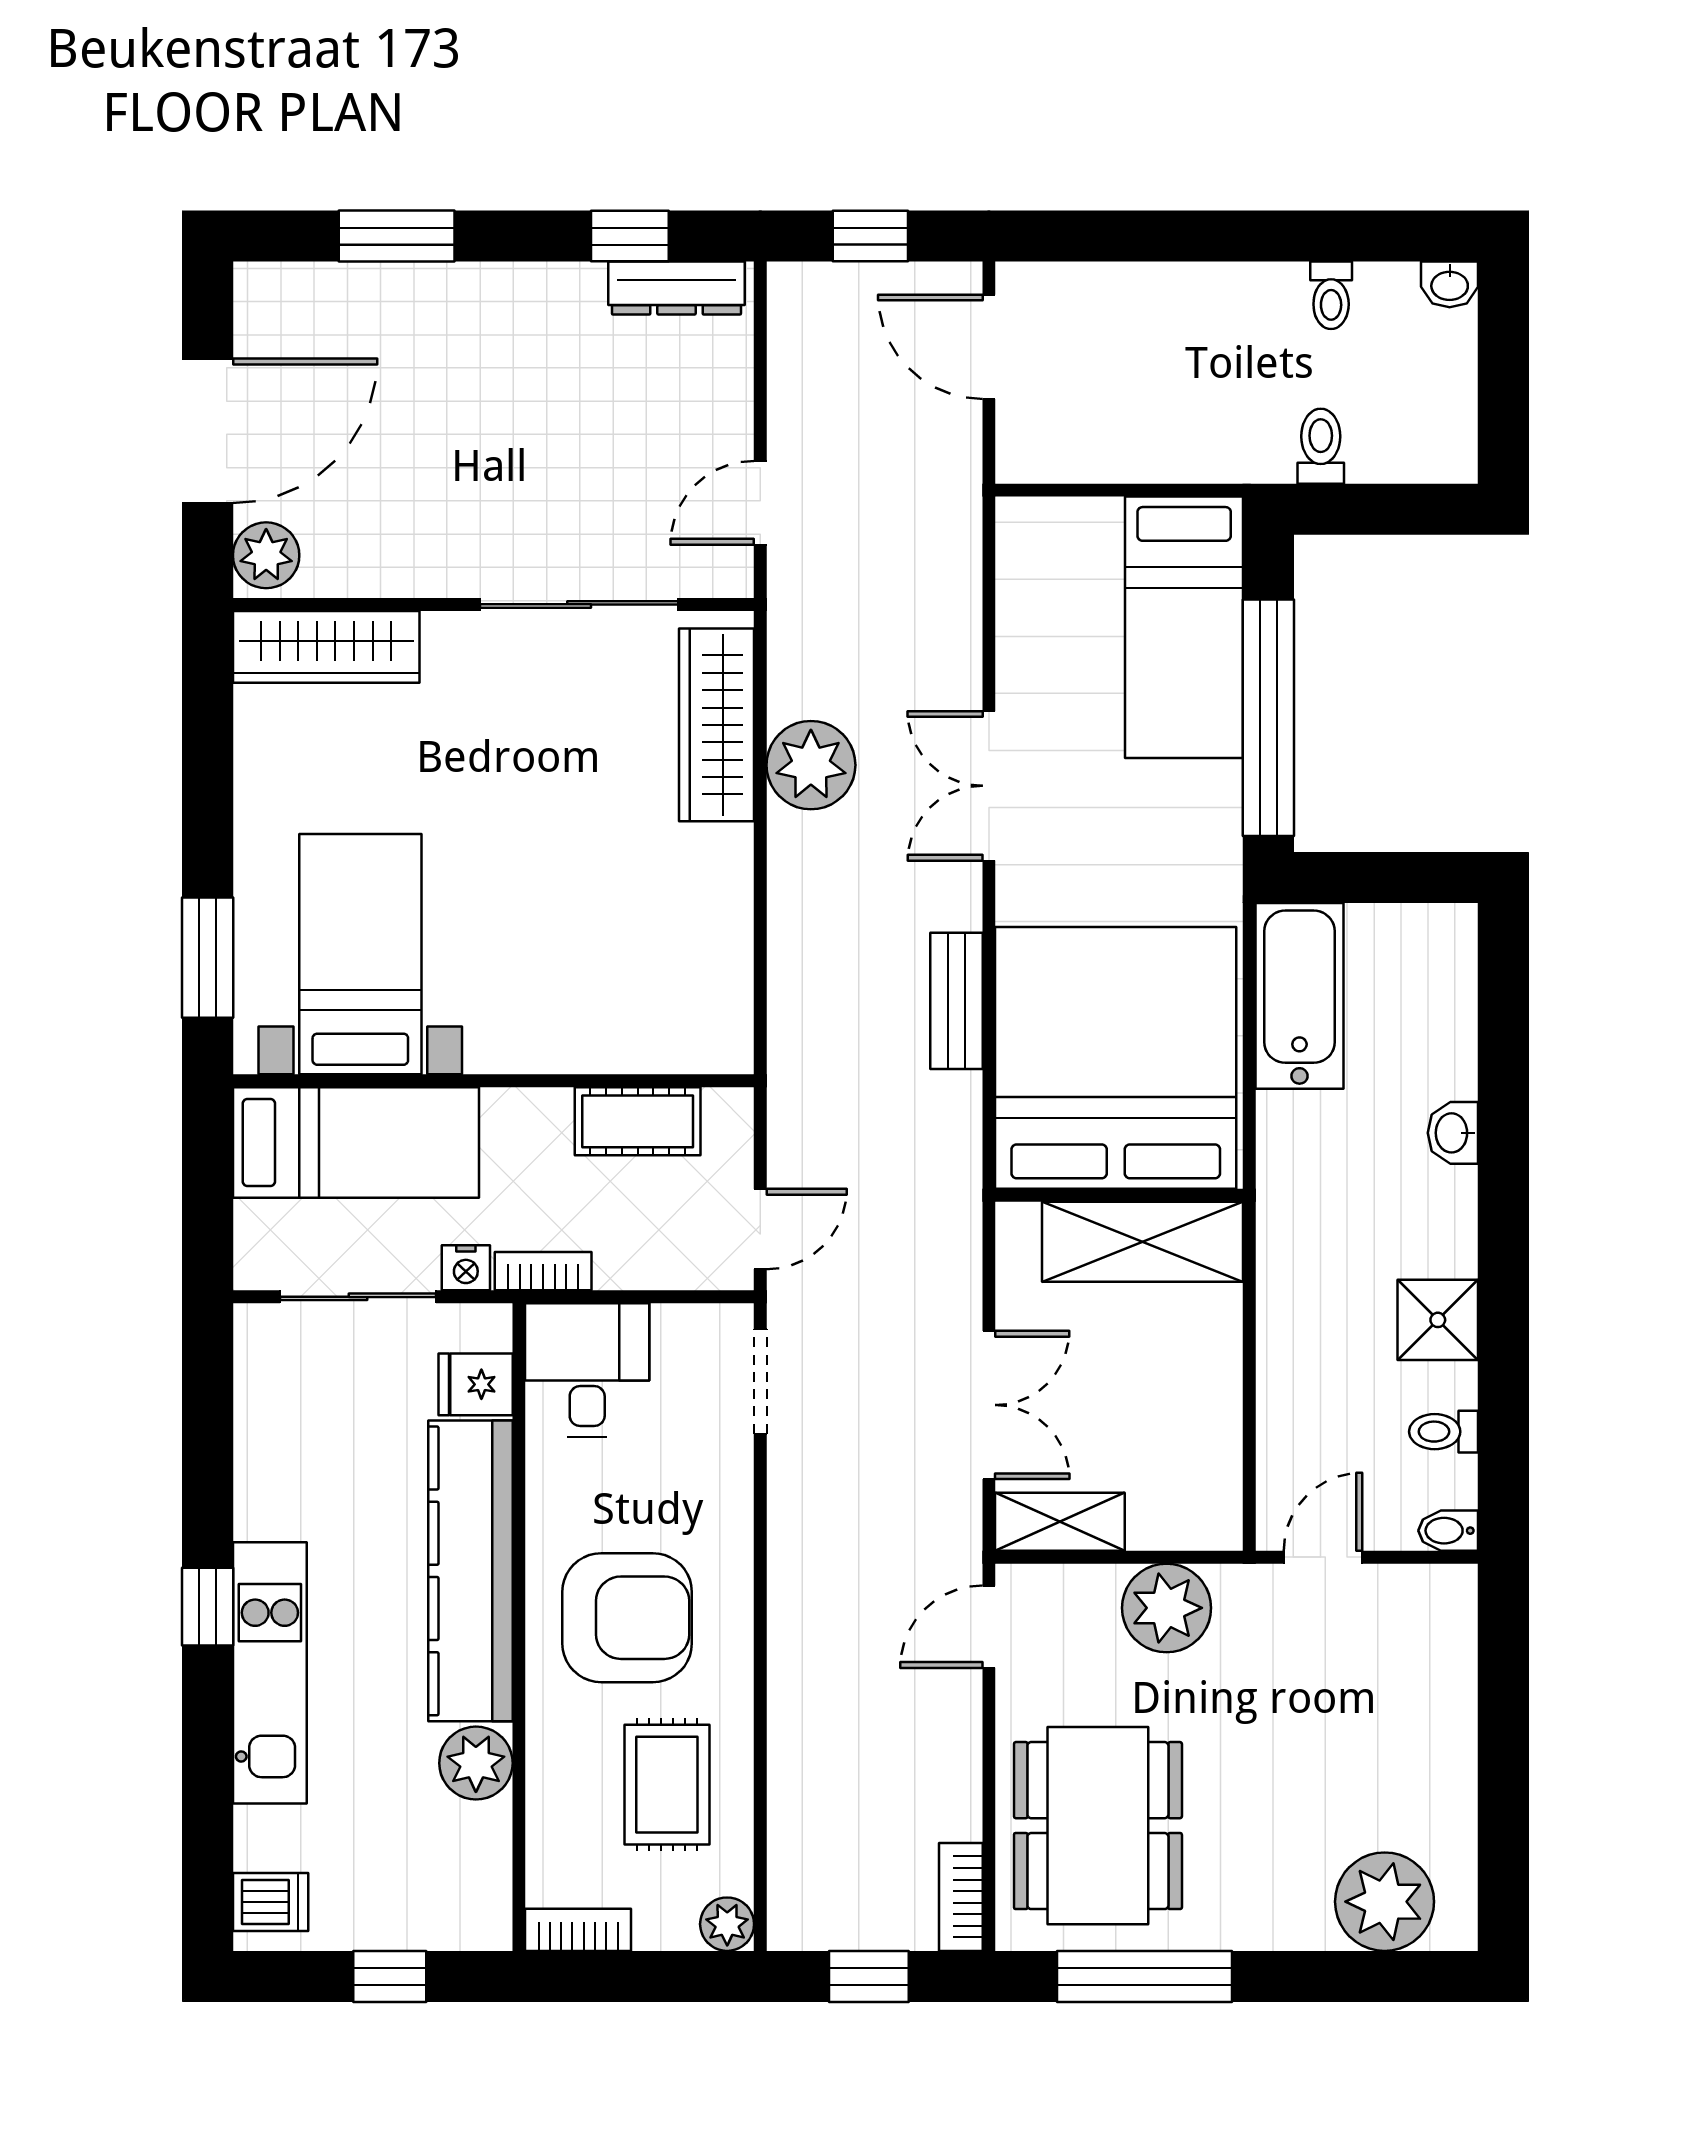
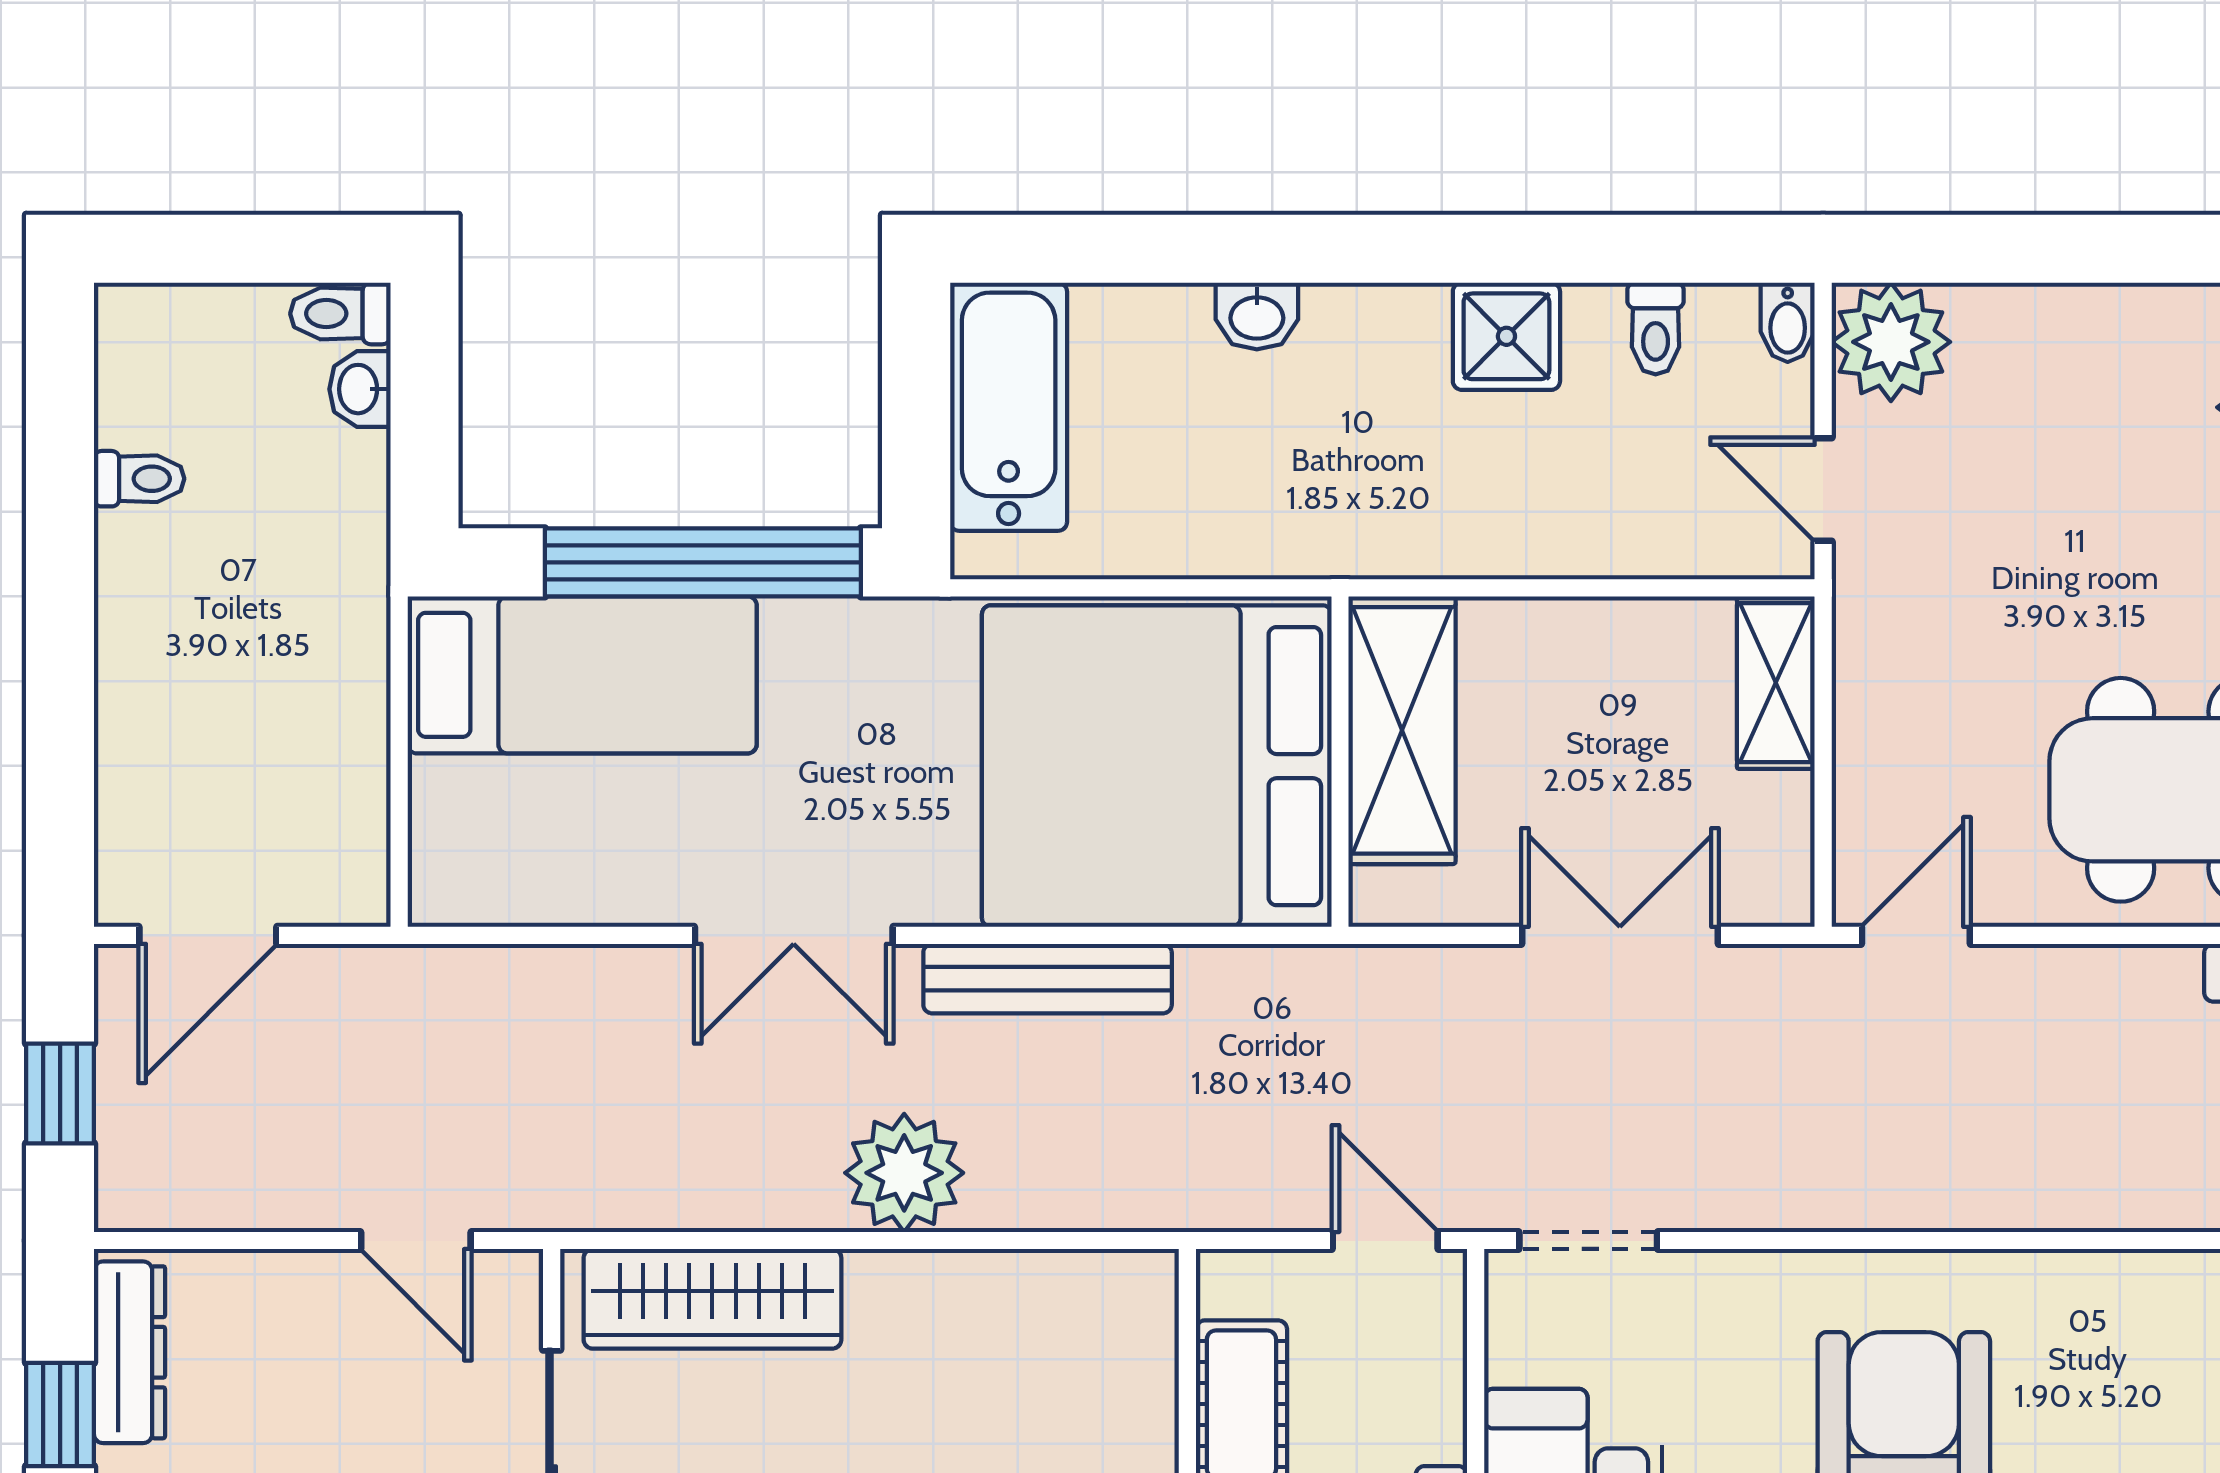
washbasin: (1450, 284) -> (360, 389), moved, turned 180
toilet: (1321, 446) -> (340, 314), moved
plant: (811, 765) -> (904, 1173), moved
bathtub: (1299, 996) -> (1009, 407), moved, turned 90
bench: (956, 1001) -> (1048, 979), width x1.36
shelving: (1060, 1522) -> (1776, 683), moved
plant: (1167, 1608) -> (1891, 342), moved
door: (989, 1627) -> (1916, 935), swing flipped
rug: (667, 1785) -> (2127, 1365), removed

